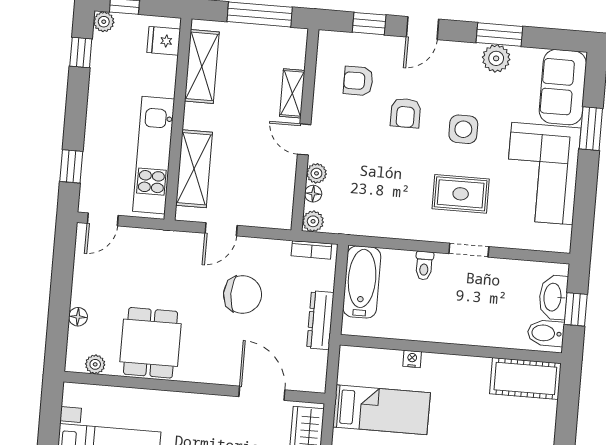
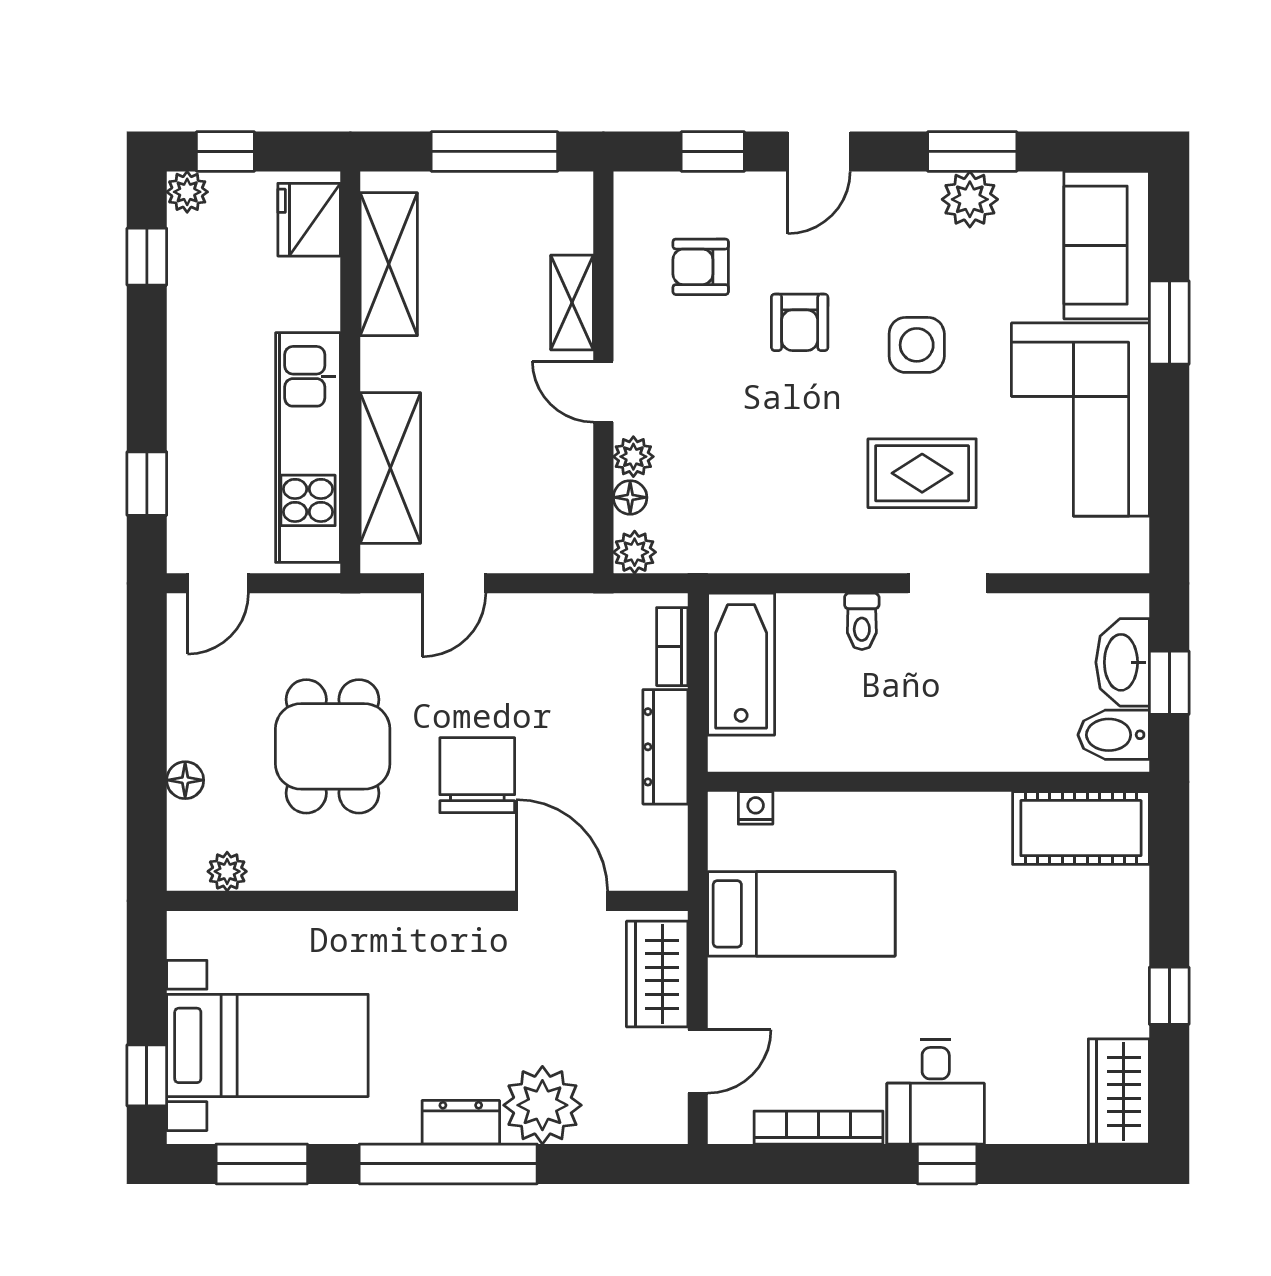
fridge: (164, 41) -> (309, 220), width x1.38
bookcase: (311, 250) -> (672, 647), moved, turned 90
chair: (243, 295) -> (477, 775), moved, turned -90
dining table: (151, 343) -> (333, 746), moved
nightstand: (412, 359) -> (756, 808), moved

